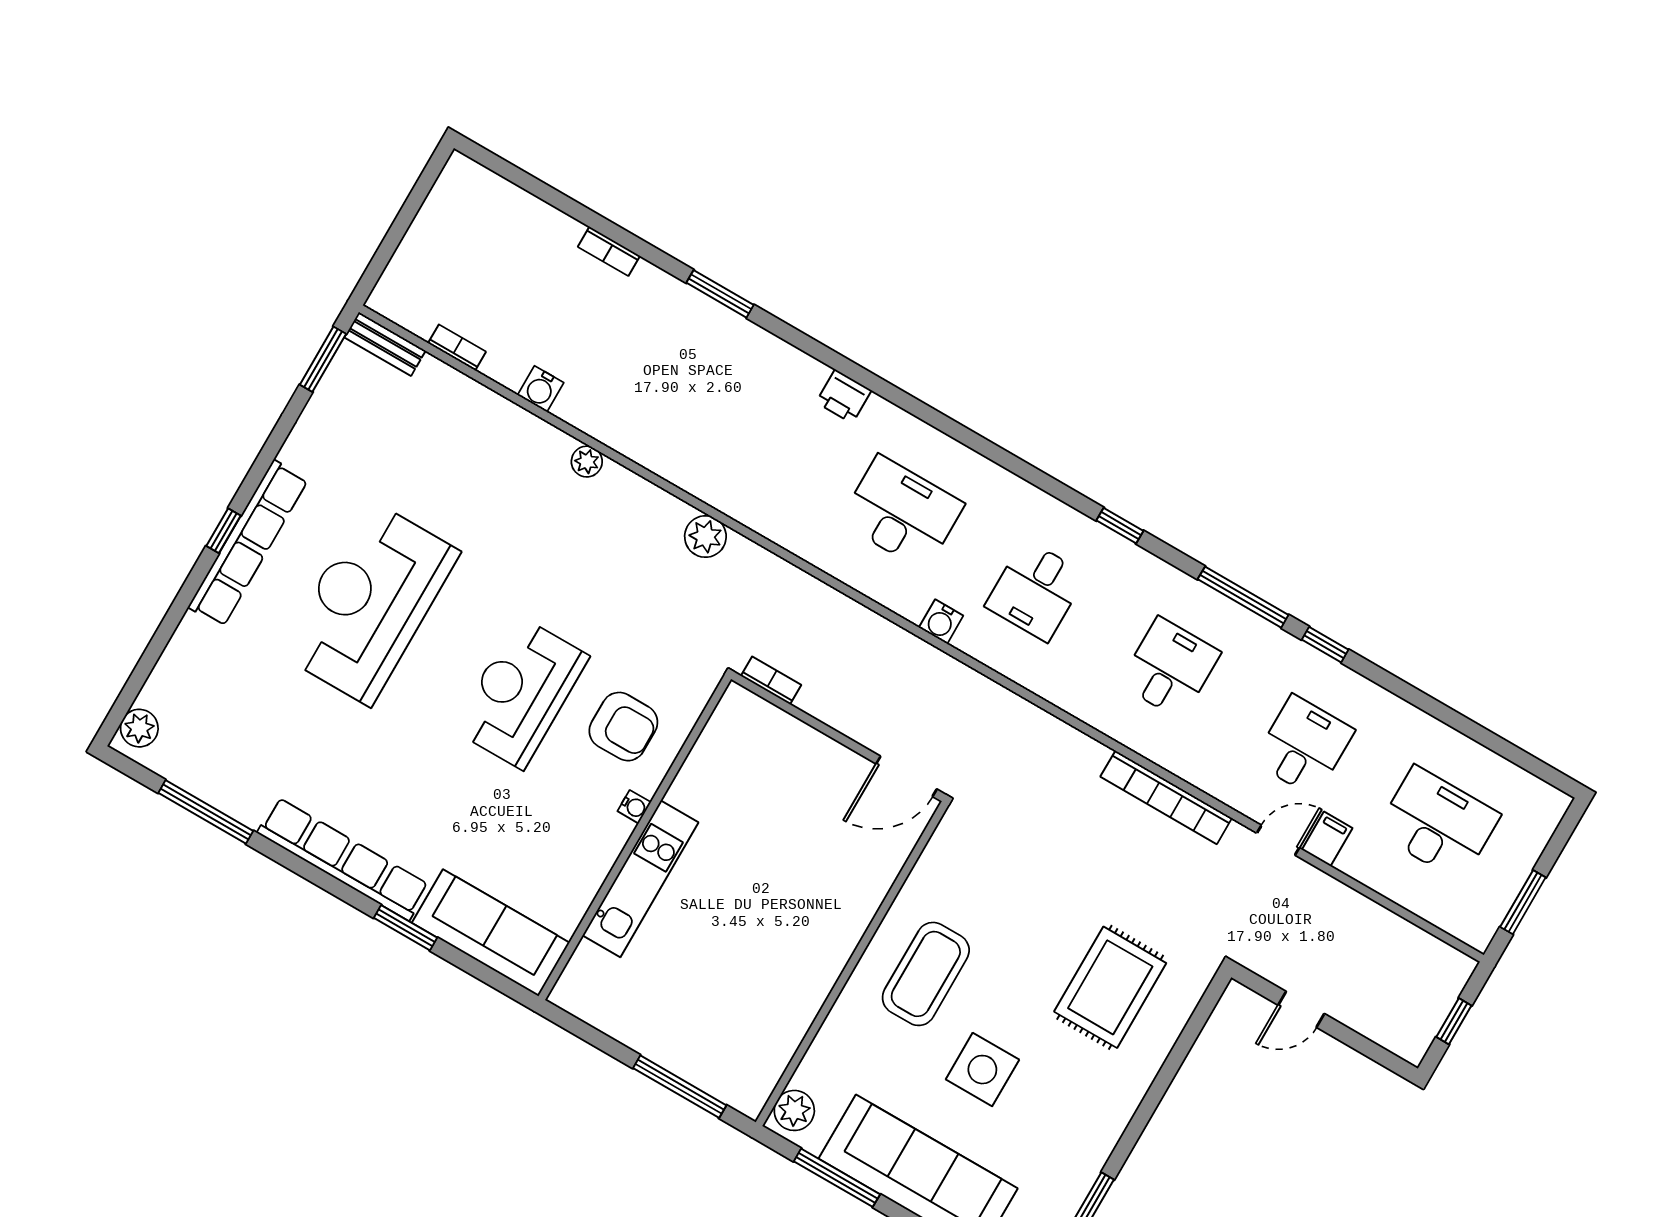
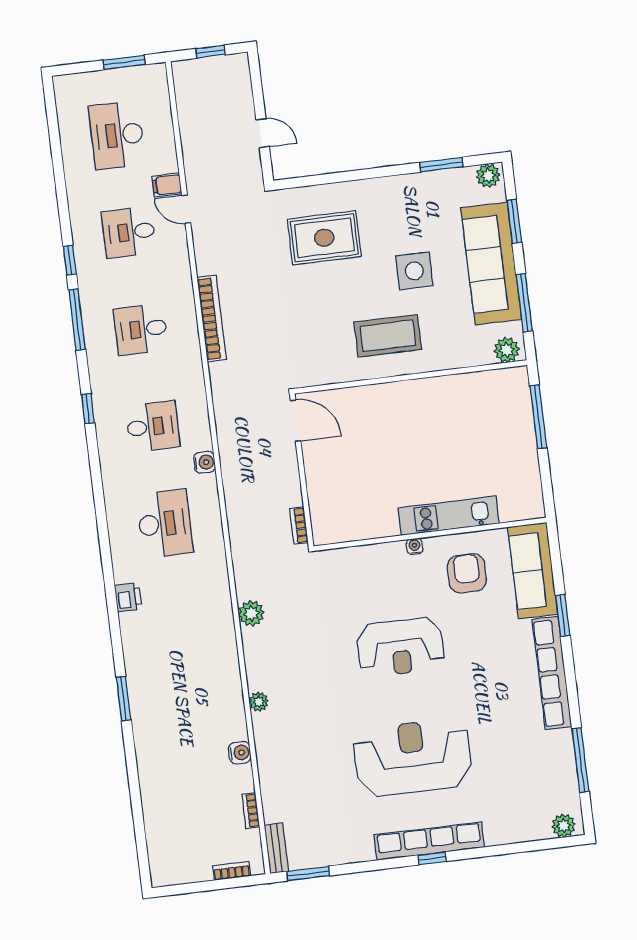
bookcase: (609, 251) -> (232, 871), moved, turned -90
desk: (902, 513) -> (165, 524), turned 180
reception desk: (369, 603) -> (413, 757), turned 180
armchair: (623, 727) -> (467, 573), moved
bookcase: (1166, 797) -> (212, 318), moved

